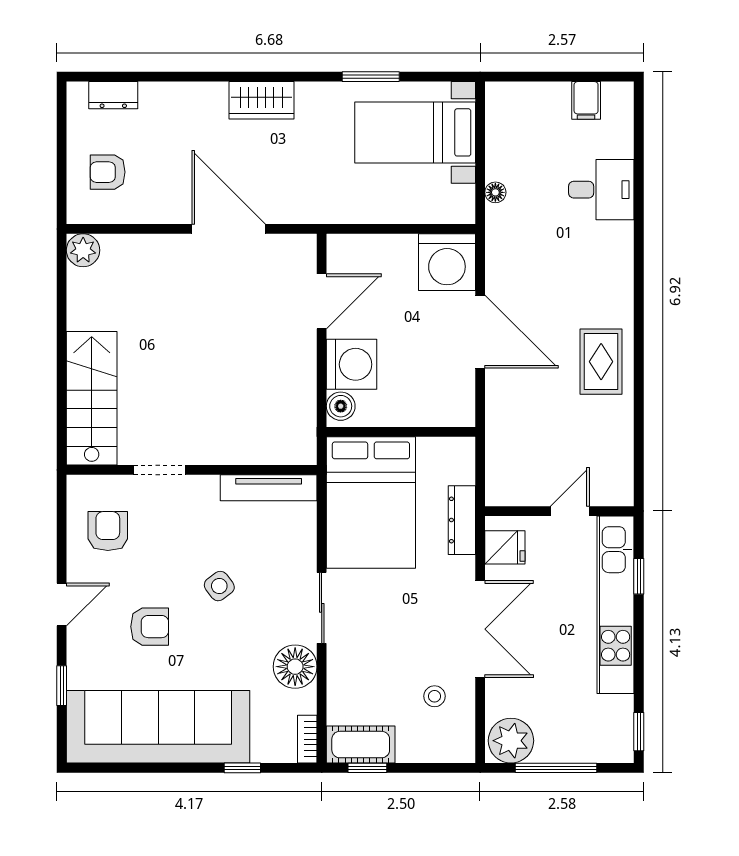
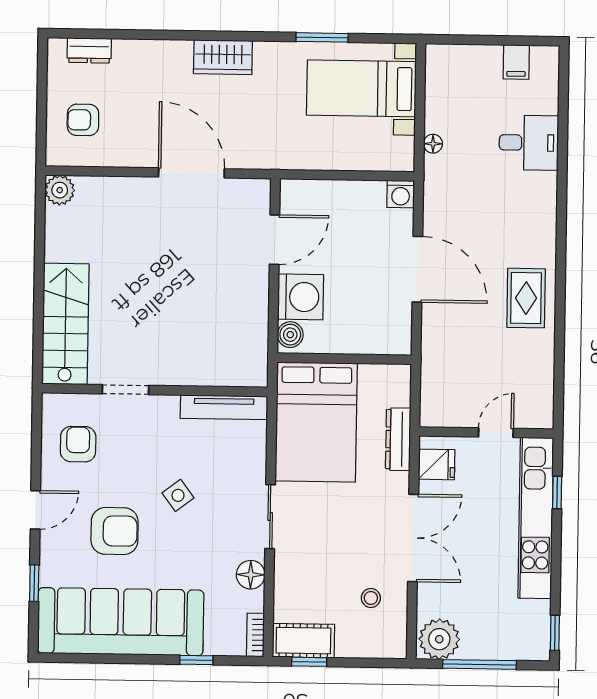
washing machine: (447, 262) -> (401, 194), width x0.53, depth x0.53
armchair: (150, 627) -> (115, 531), width x1.38, depth x1.38
floor lamp: (295, 667) -> (251, 575), width x0.73, depth x0.73

